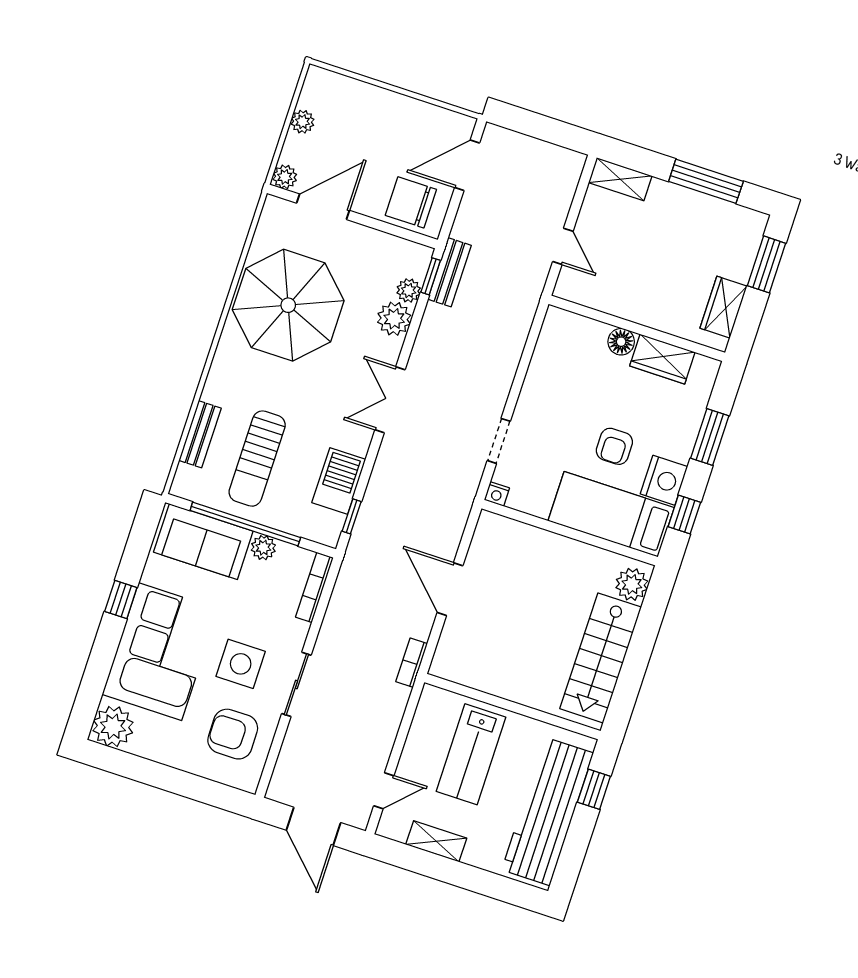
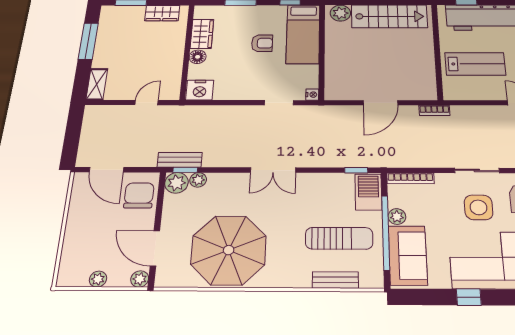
chair: (411, 202) -> (139, 195), turned 180
plant: (394, 319) -> (176, 183), moved
nightstand: (664, 480) -> (200, 90), moved, turned 180
barbecue: (339, 481) -> (368, 192), moved, turned 90

